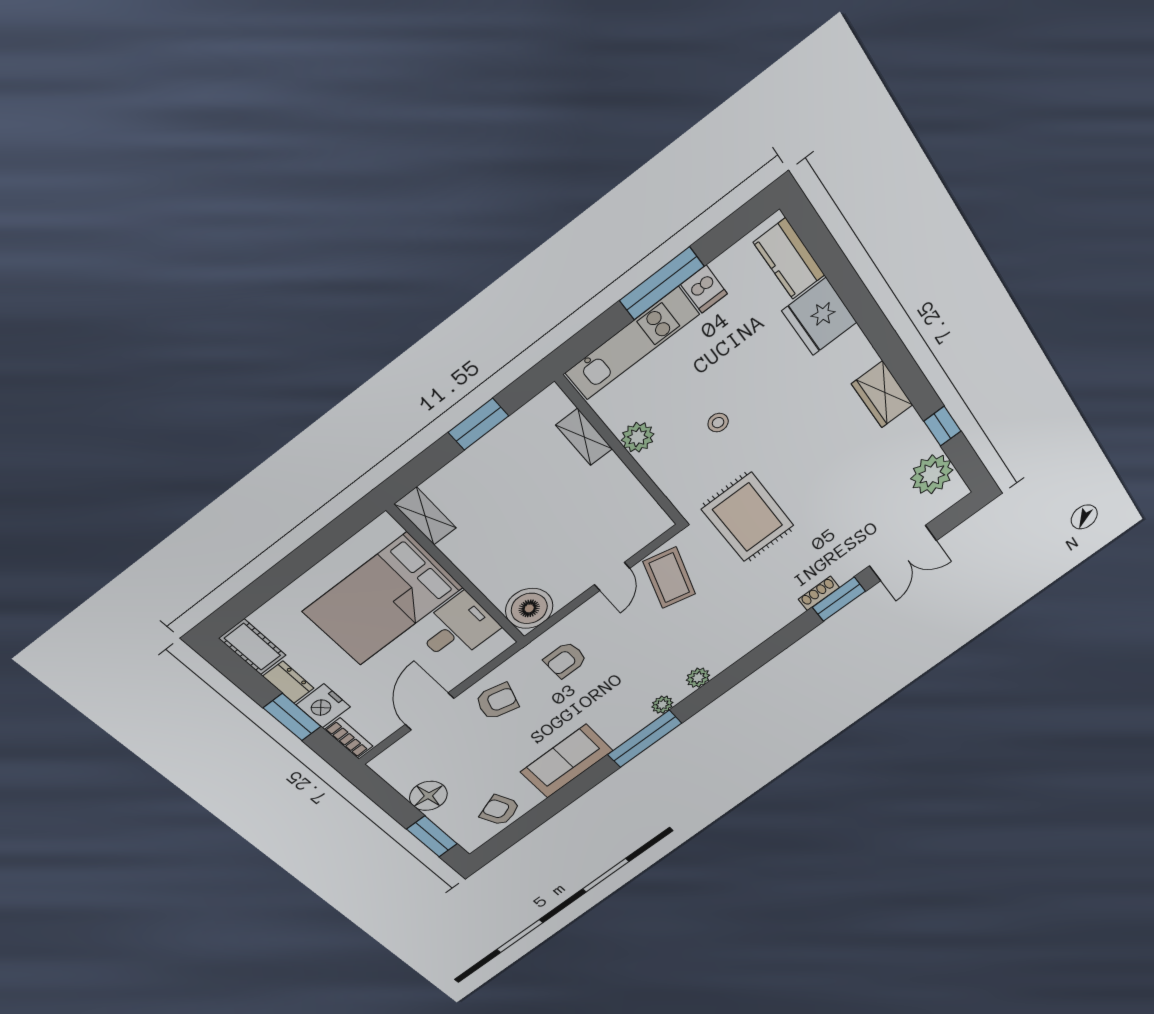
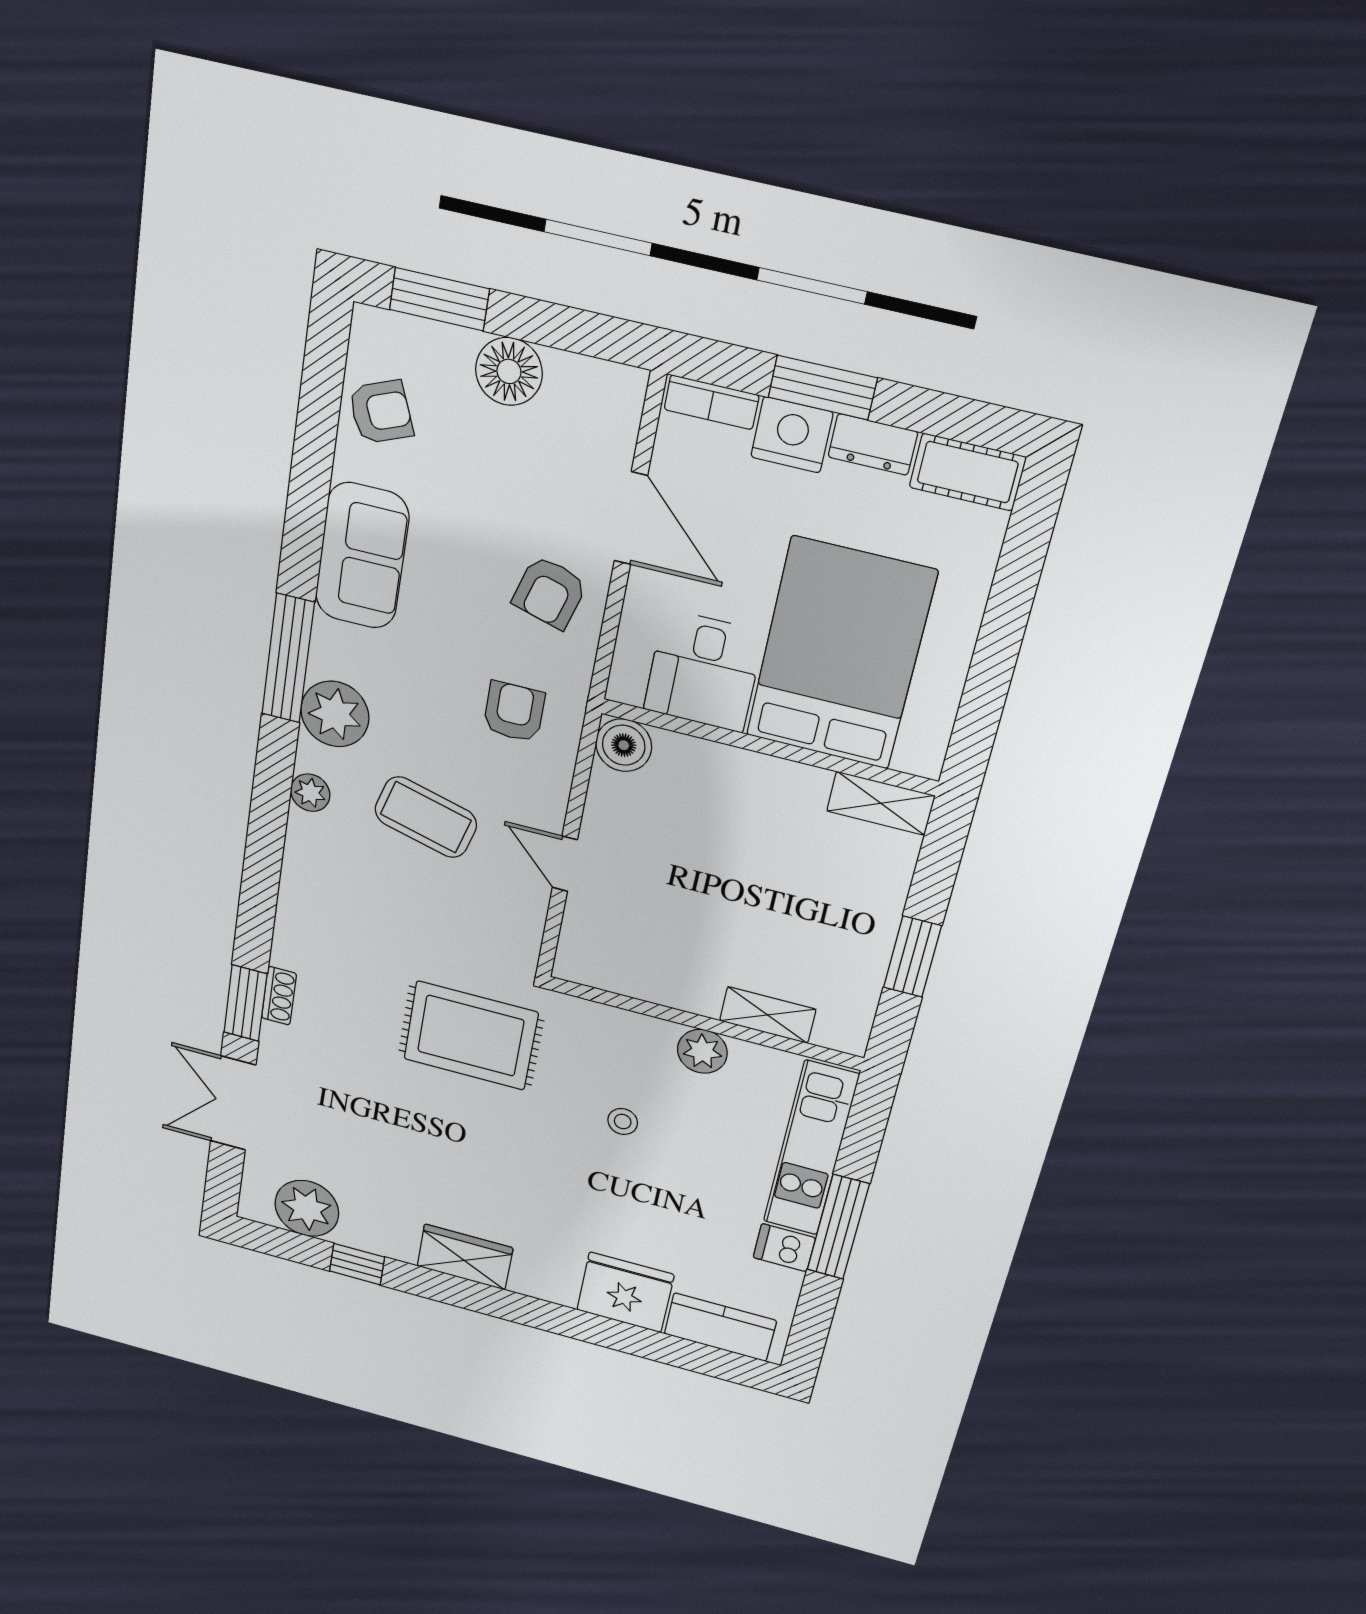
coffee table: (669, 578) -> (426, 817), moved
boiler: (529, 608) -> (624, 745), width x0.73, depth x0.73
plant: (662, 705) -> (335, 714), width x1.88, depth x1.88

